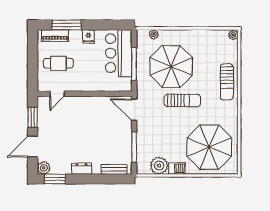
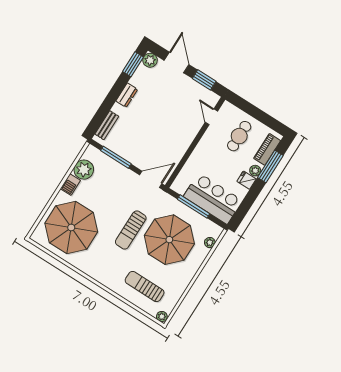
plant: (77, 34) -> (255, 171), added
sun lounger: (227, 82) -> (145, 287), moved

